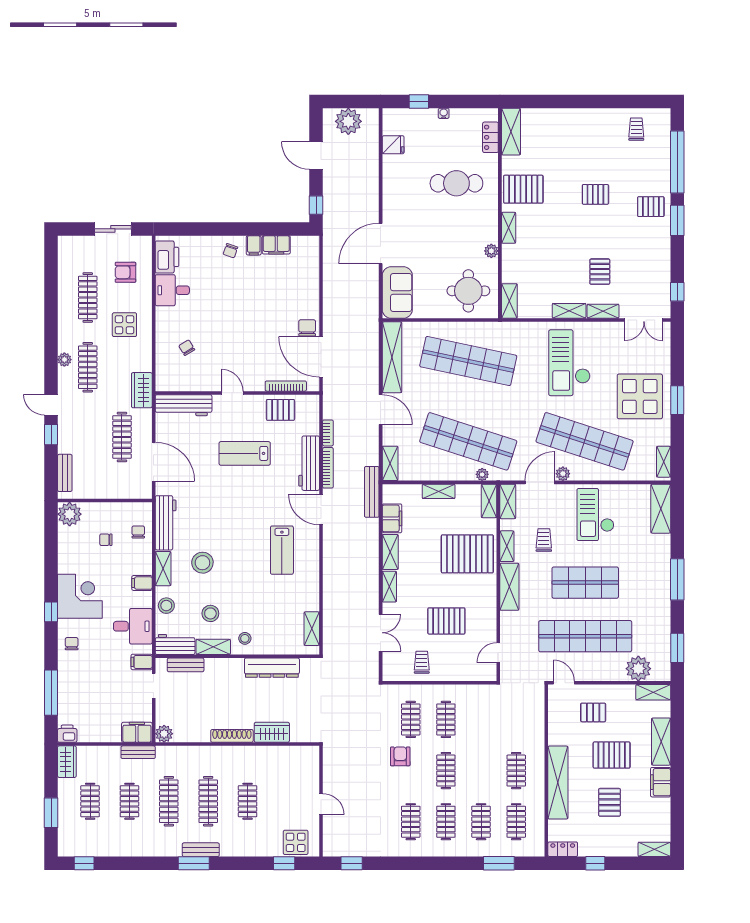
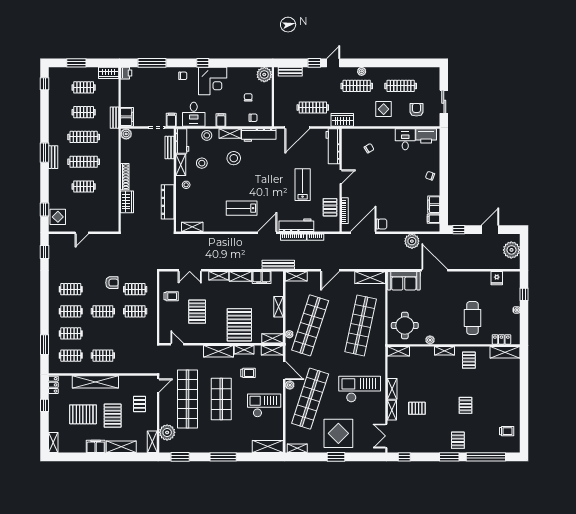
pallet: (523, 189) -> (469, 360), width x0.67, depth x0.71
filing cabinet: (254, 245) -> (433, 219), moved
plant: (334, 280) -> (412, 241), added
shelving: (392, 357) -> (370, 277), width x0.68
pallet: (610, 802) -> (83, 414), width x1.50, depth x1.42

